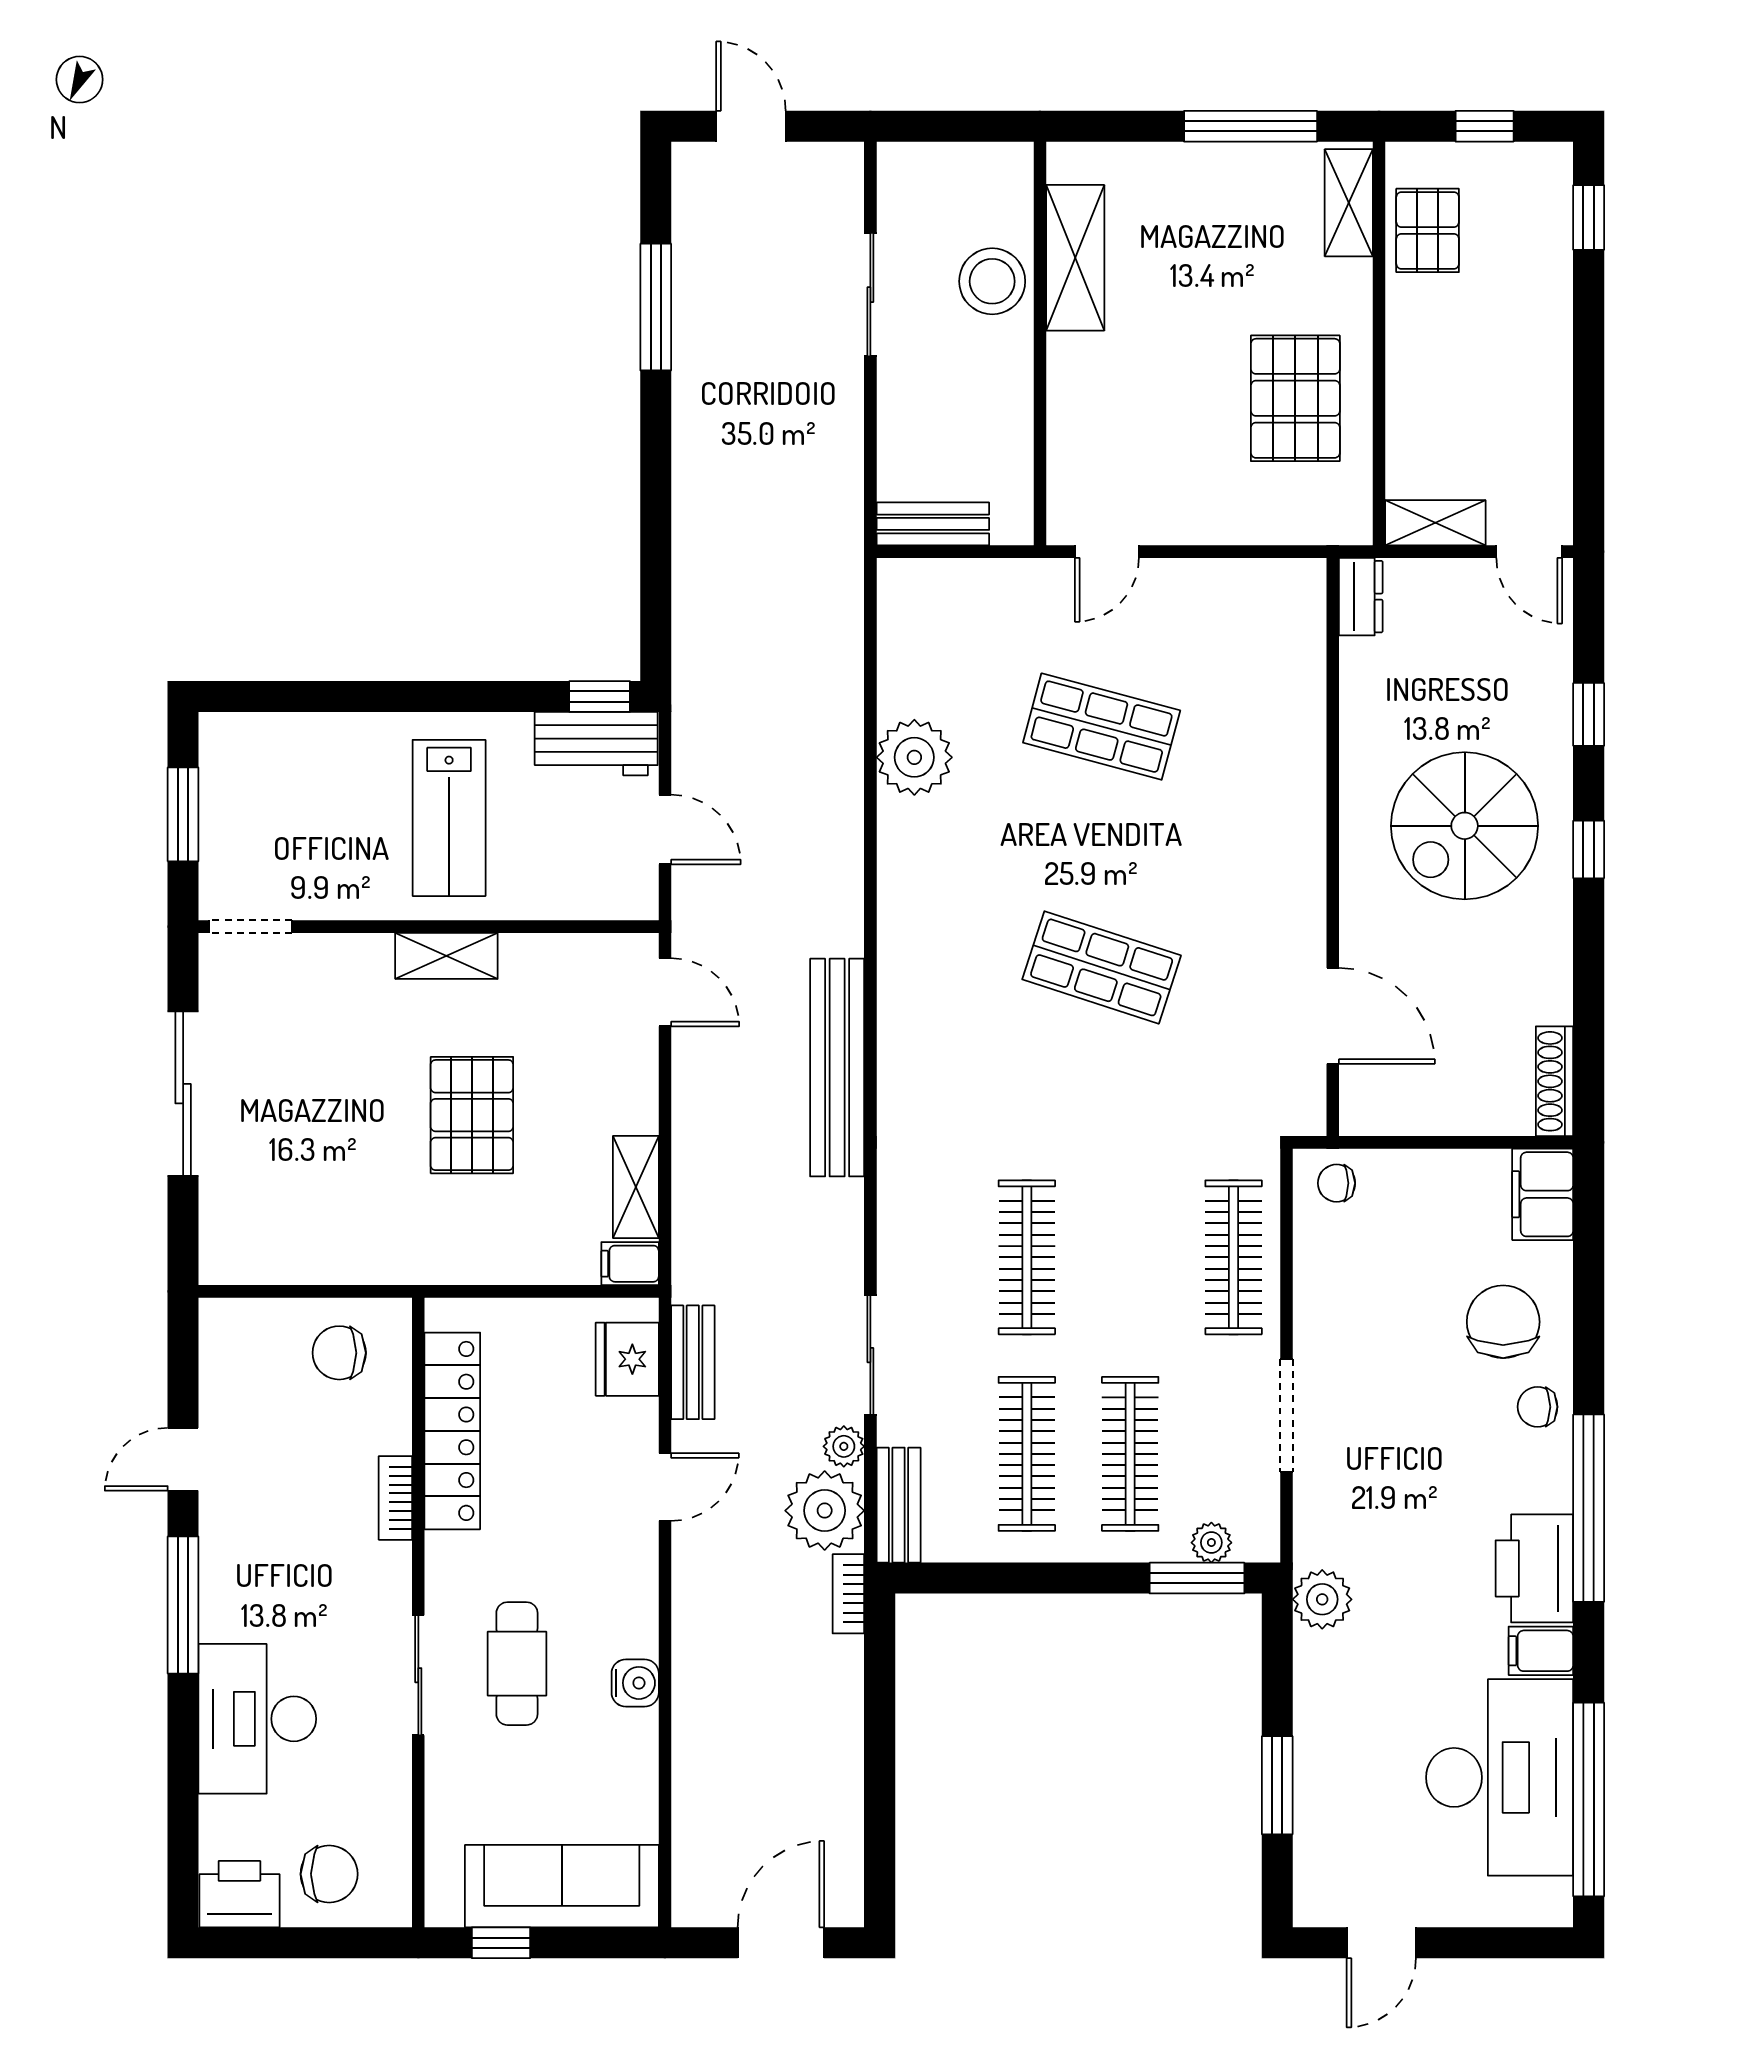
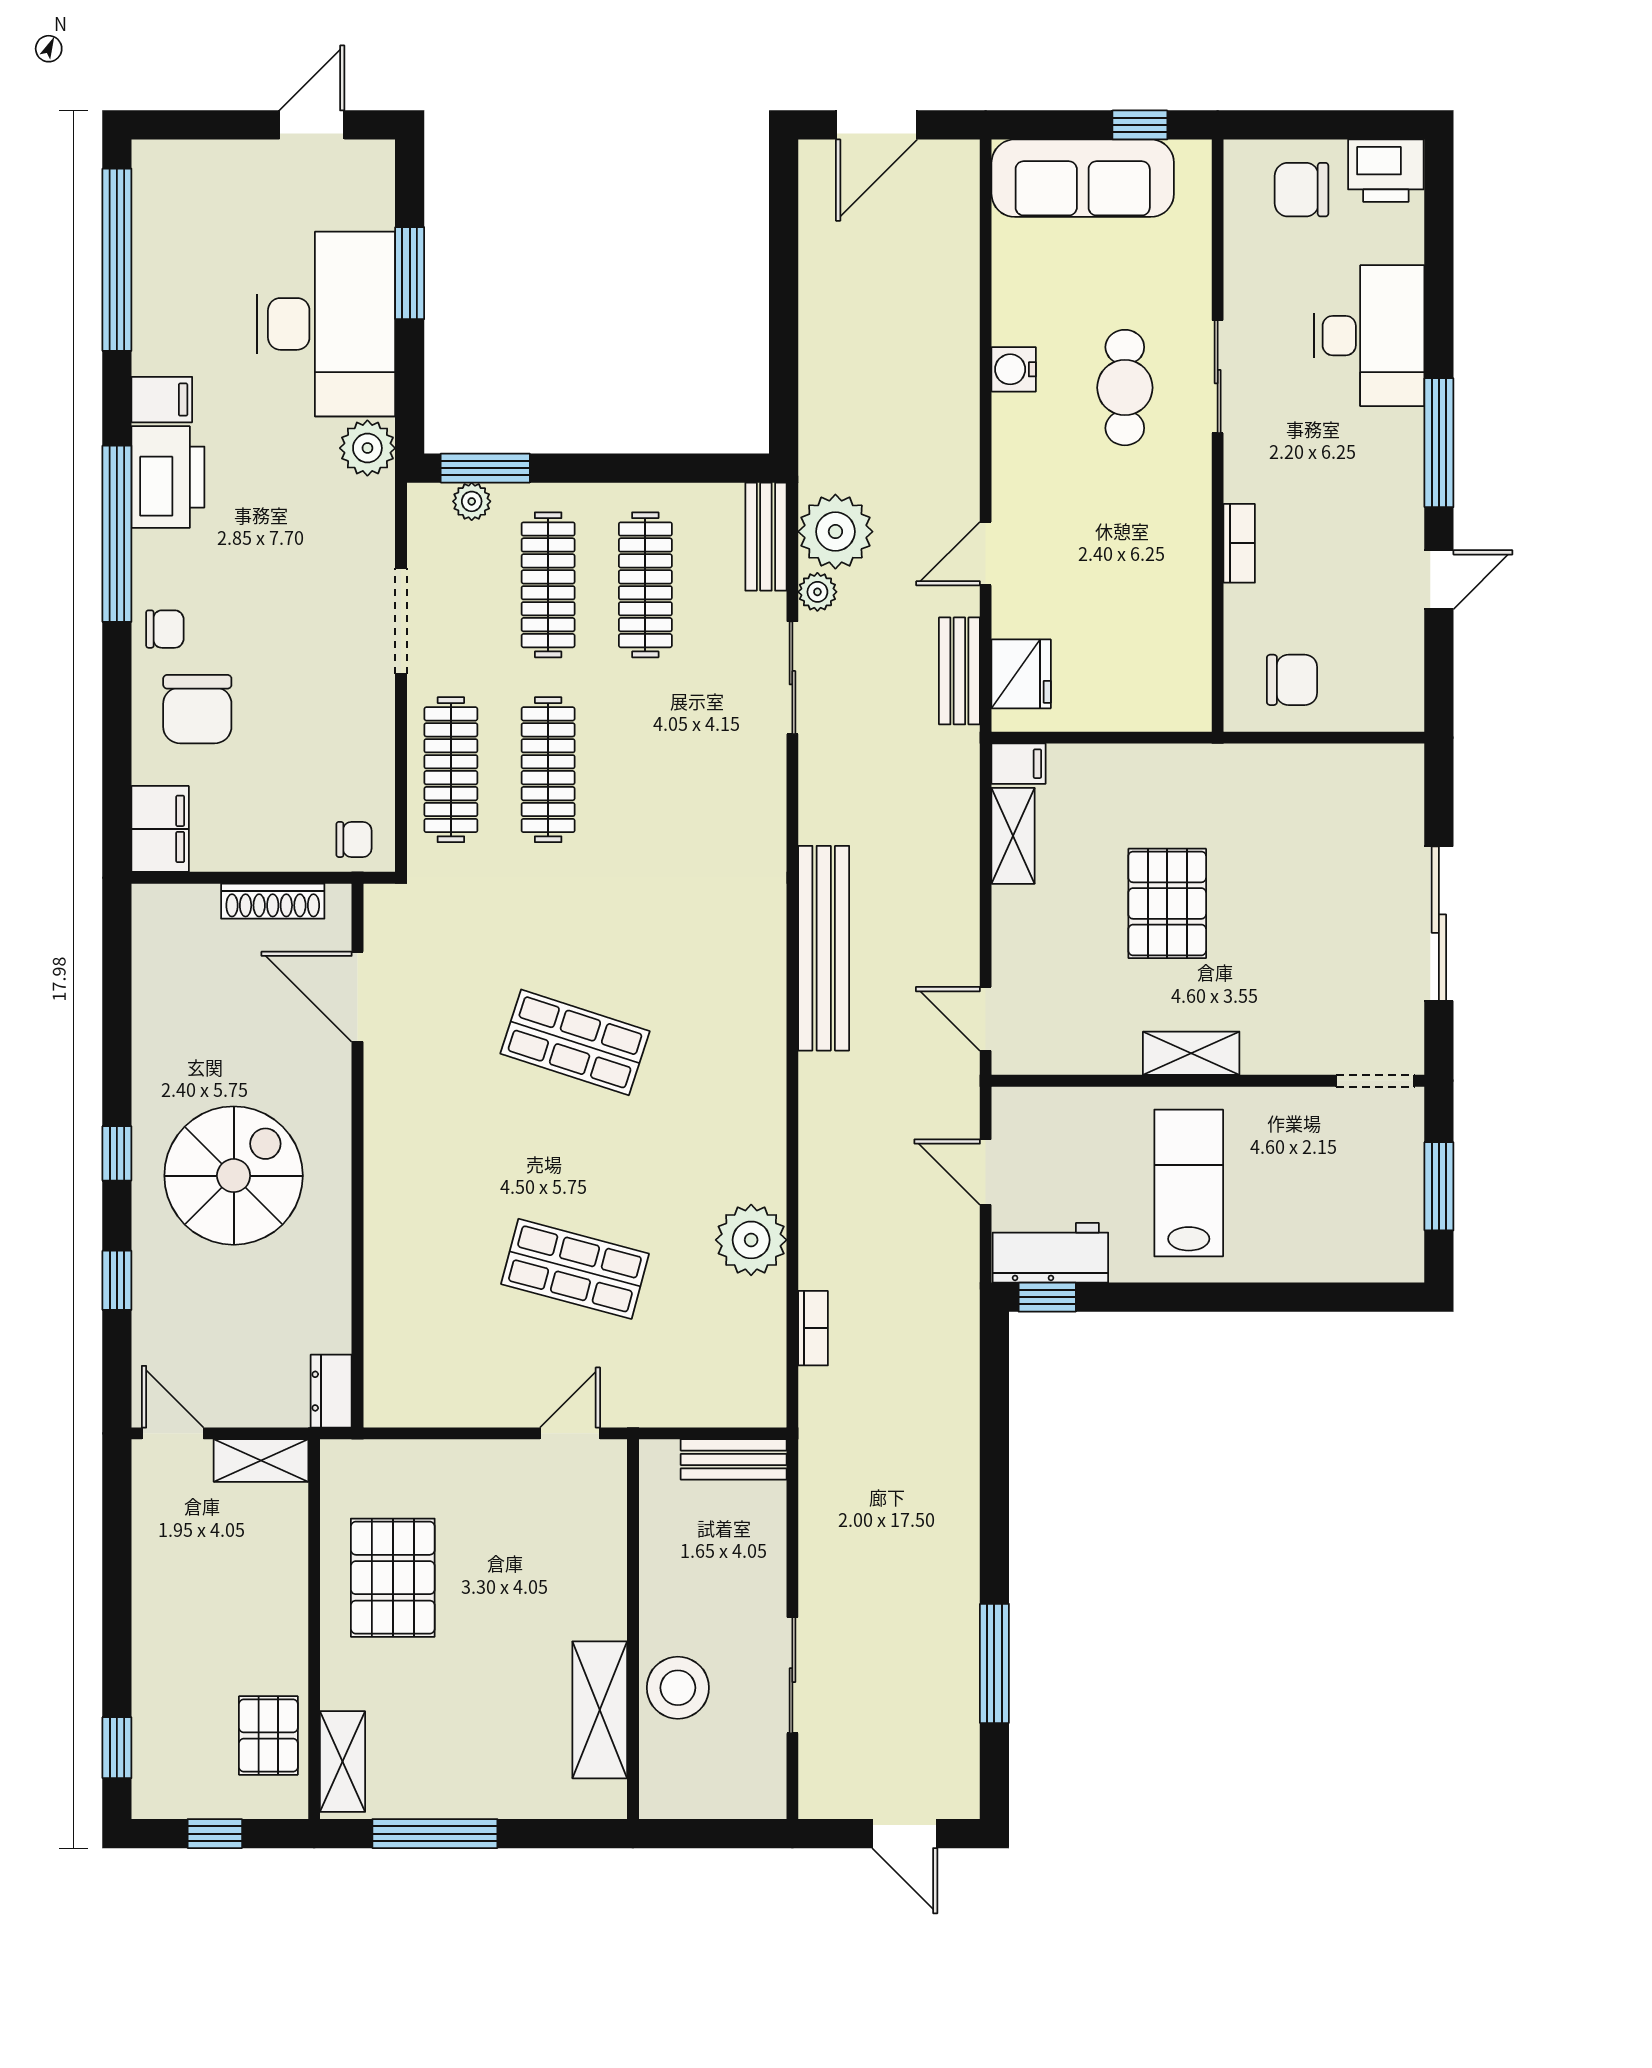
shoe rack: (1554, 1081) -> (273, 901), moved, turned 90
clothes rail: (1027, 1257) -> (548, 770), moved
locker: (452, 1431) -> (1186, 606), removed
bookcase: (848, 1594) -> (813, 1328), moved
desk: (1500, 1777) -> (326, 324), moved, turned 180

